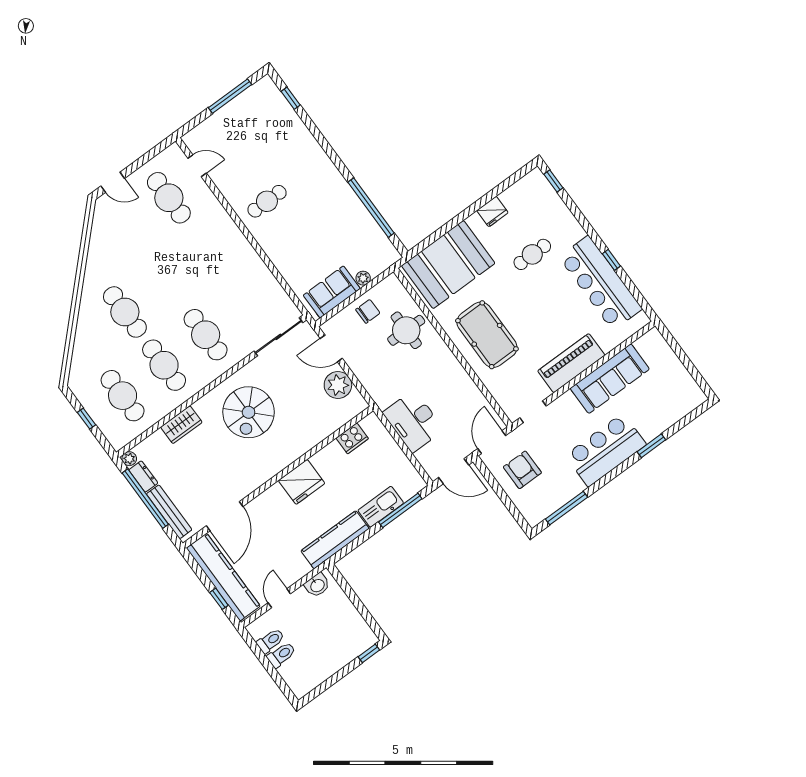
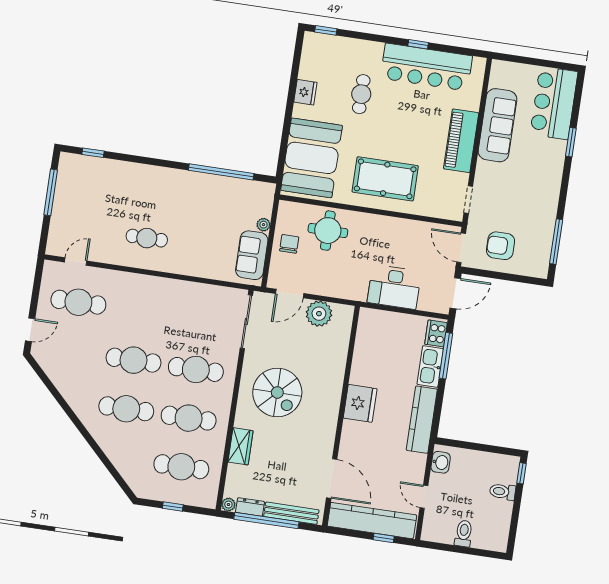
cafe table: (267, 201) -> (147, 238), turned 90
cafe table: (166, 281) -> (133, 360), added
cooker: (352, 438) -> (436, 333), moved, turned 180
bar counter: (606, 450) -> (554, 103), moved
toilet: (271, 641) -> (503, 492), moved, turned -90

